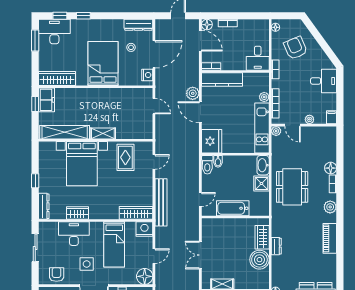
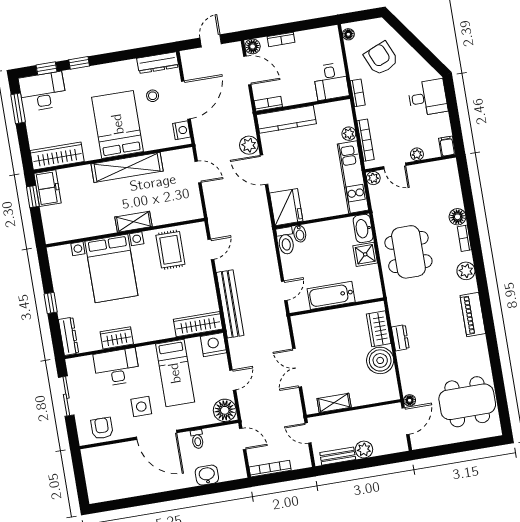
shelving: (65, 132) -> (127, 167), moved

